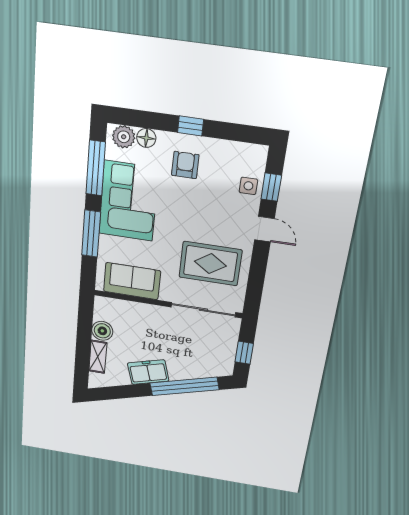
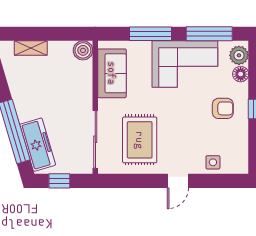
window: (271, 187) -> (215, 181), removed
boiler: (102, 331) -> (83, 50), moved
freezer: (148, 372) -> (38, 145), moved, width x1.40

